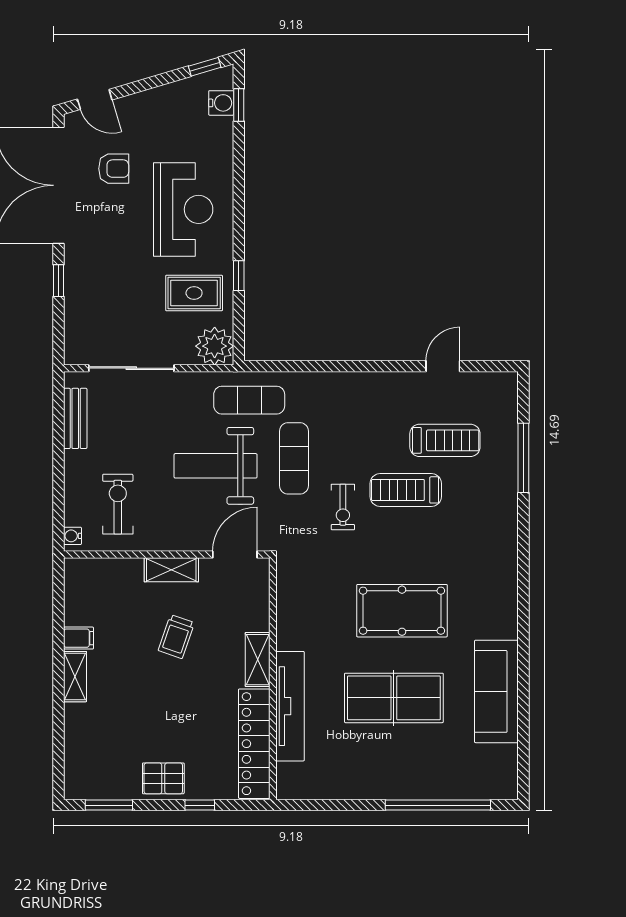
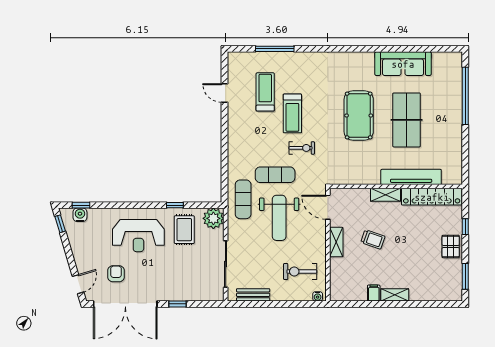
reception desk: (183, 209) -> (138, 236), turned 180

